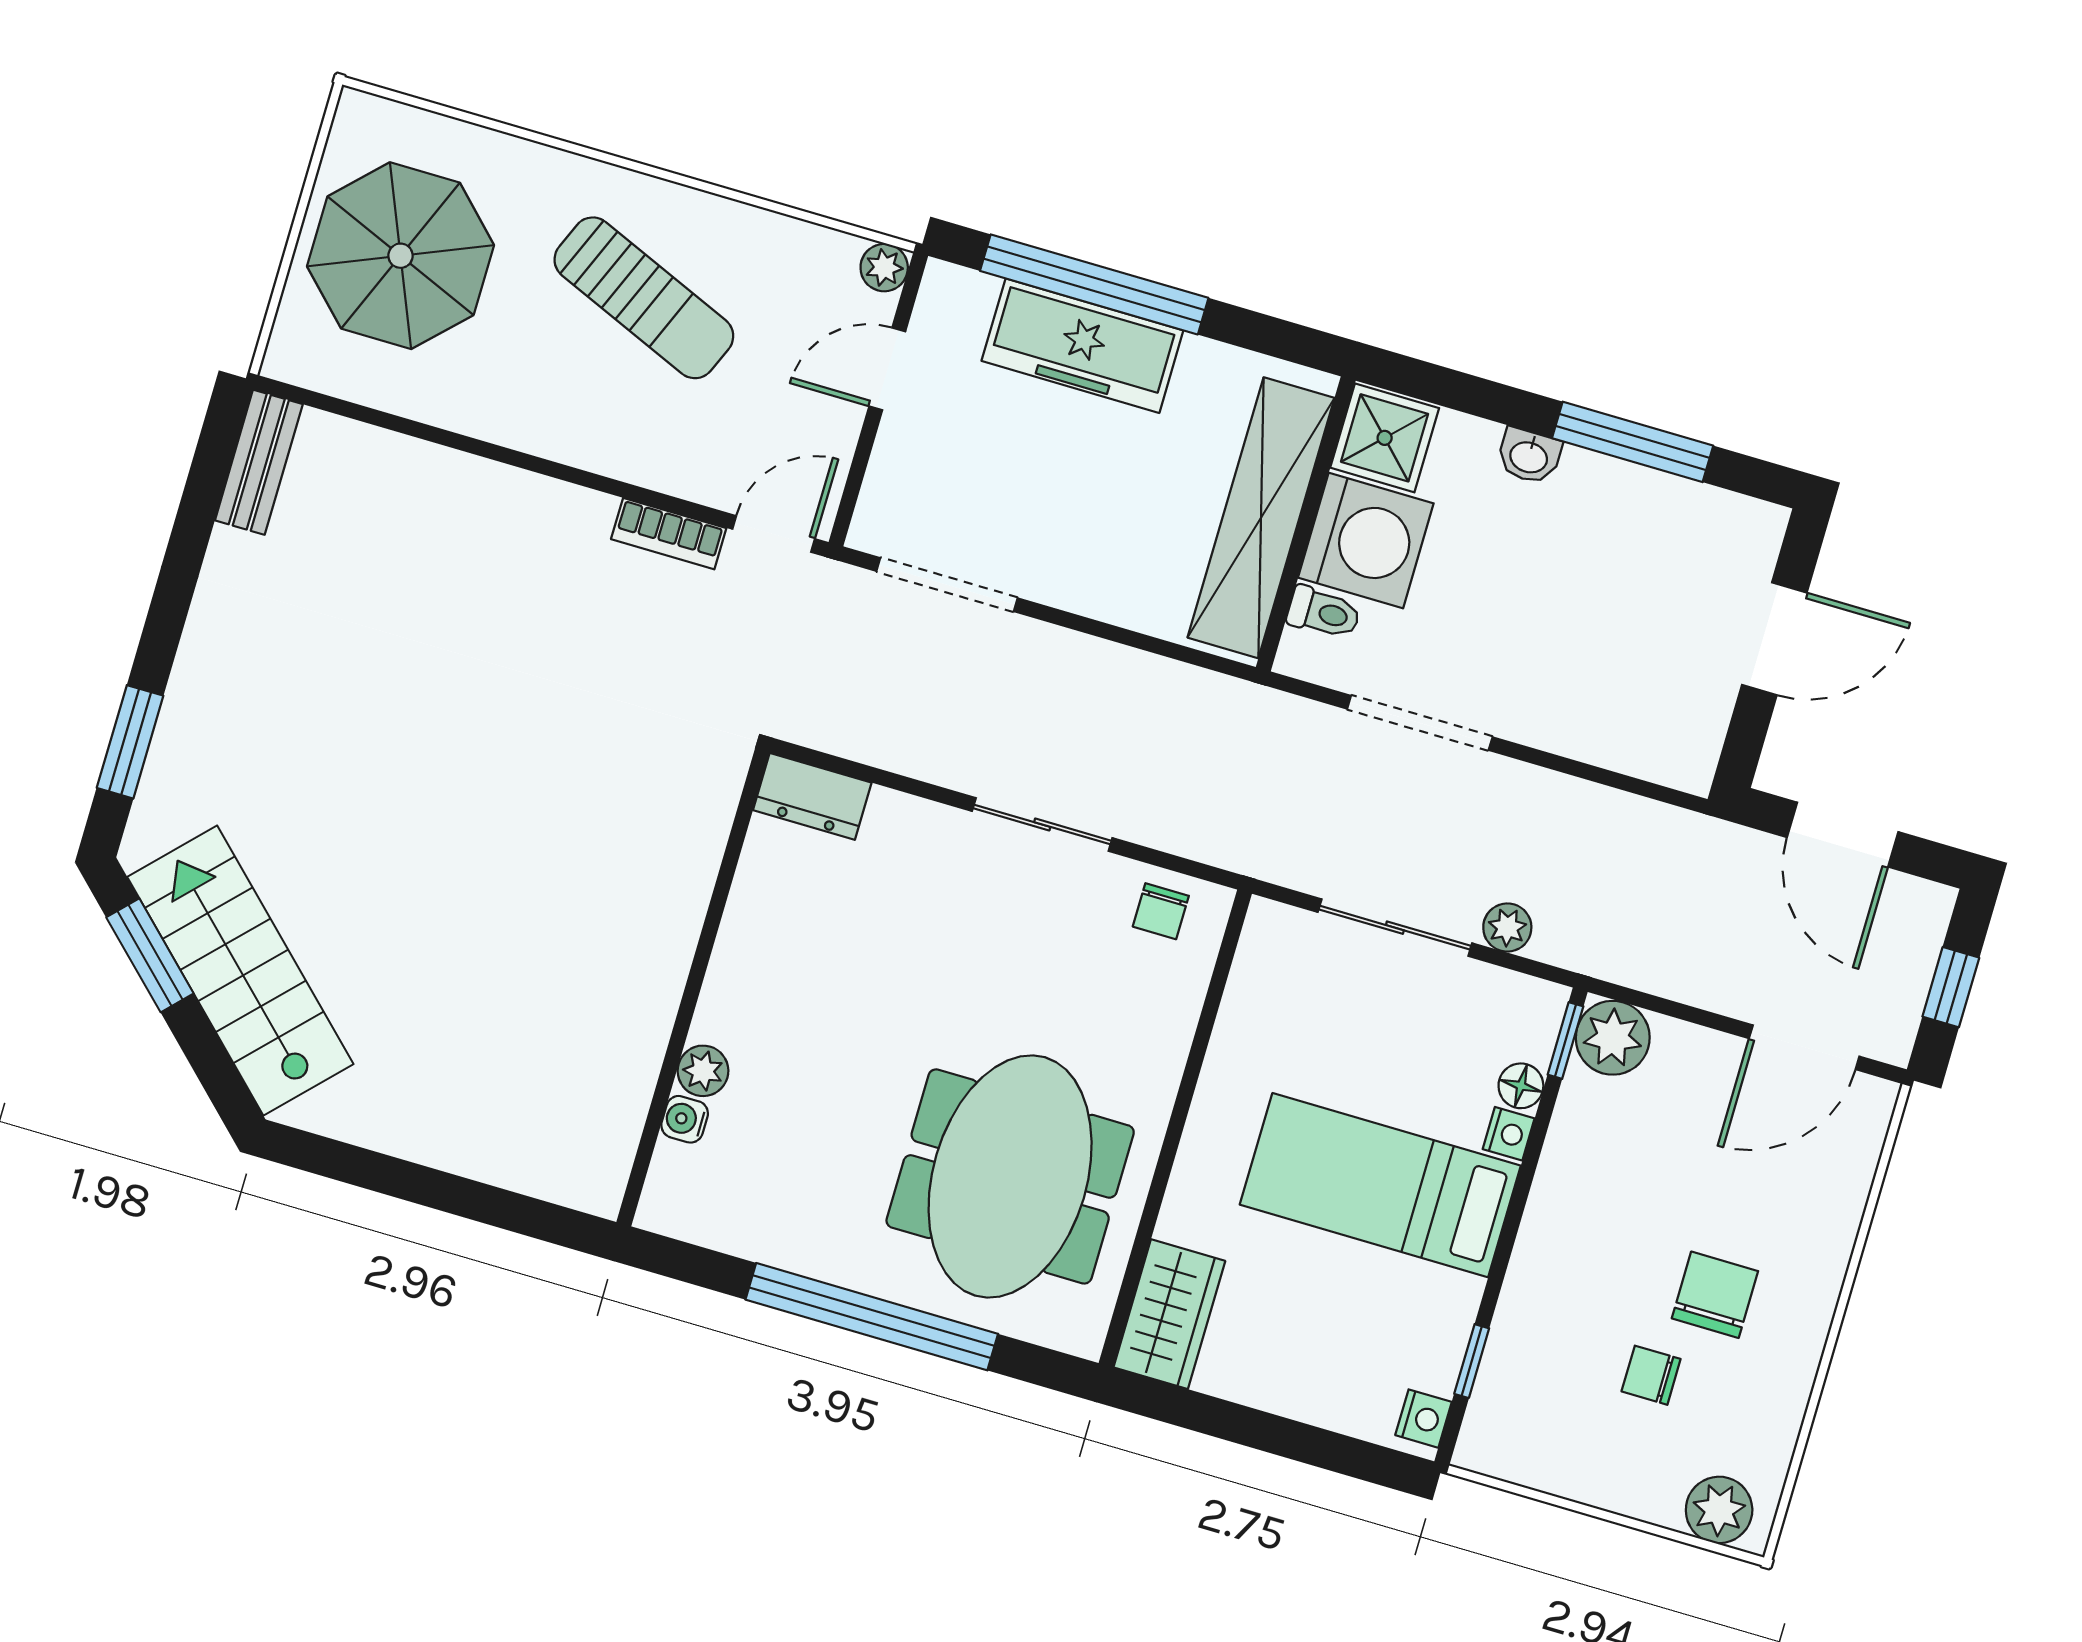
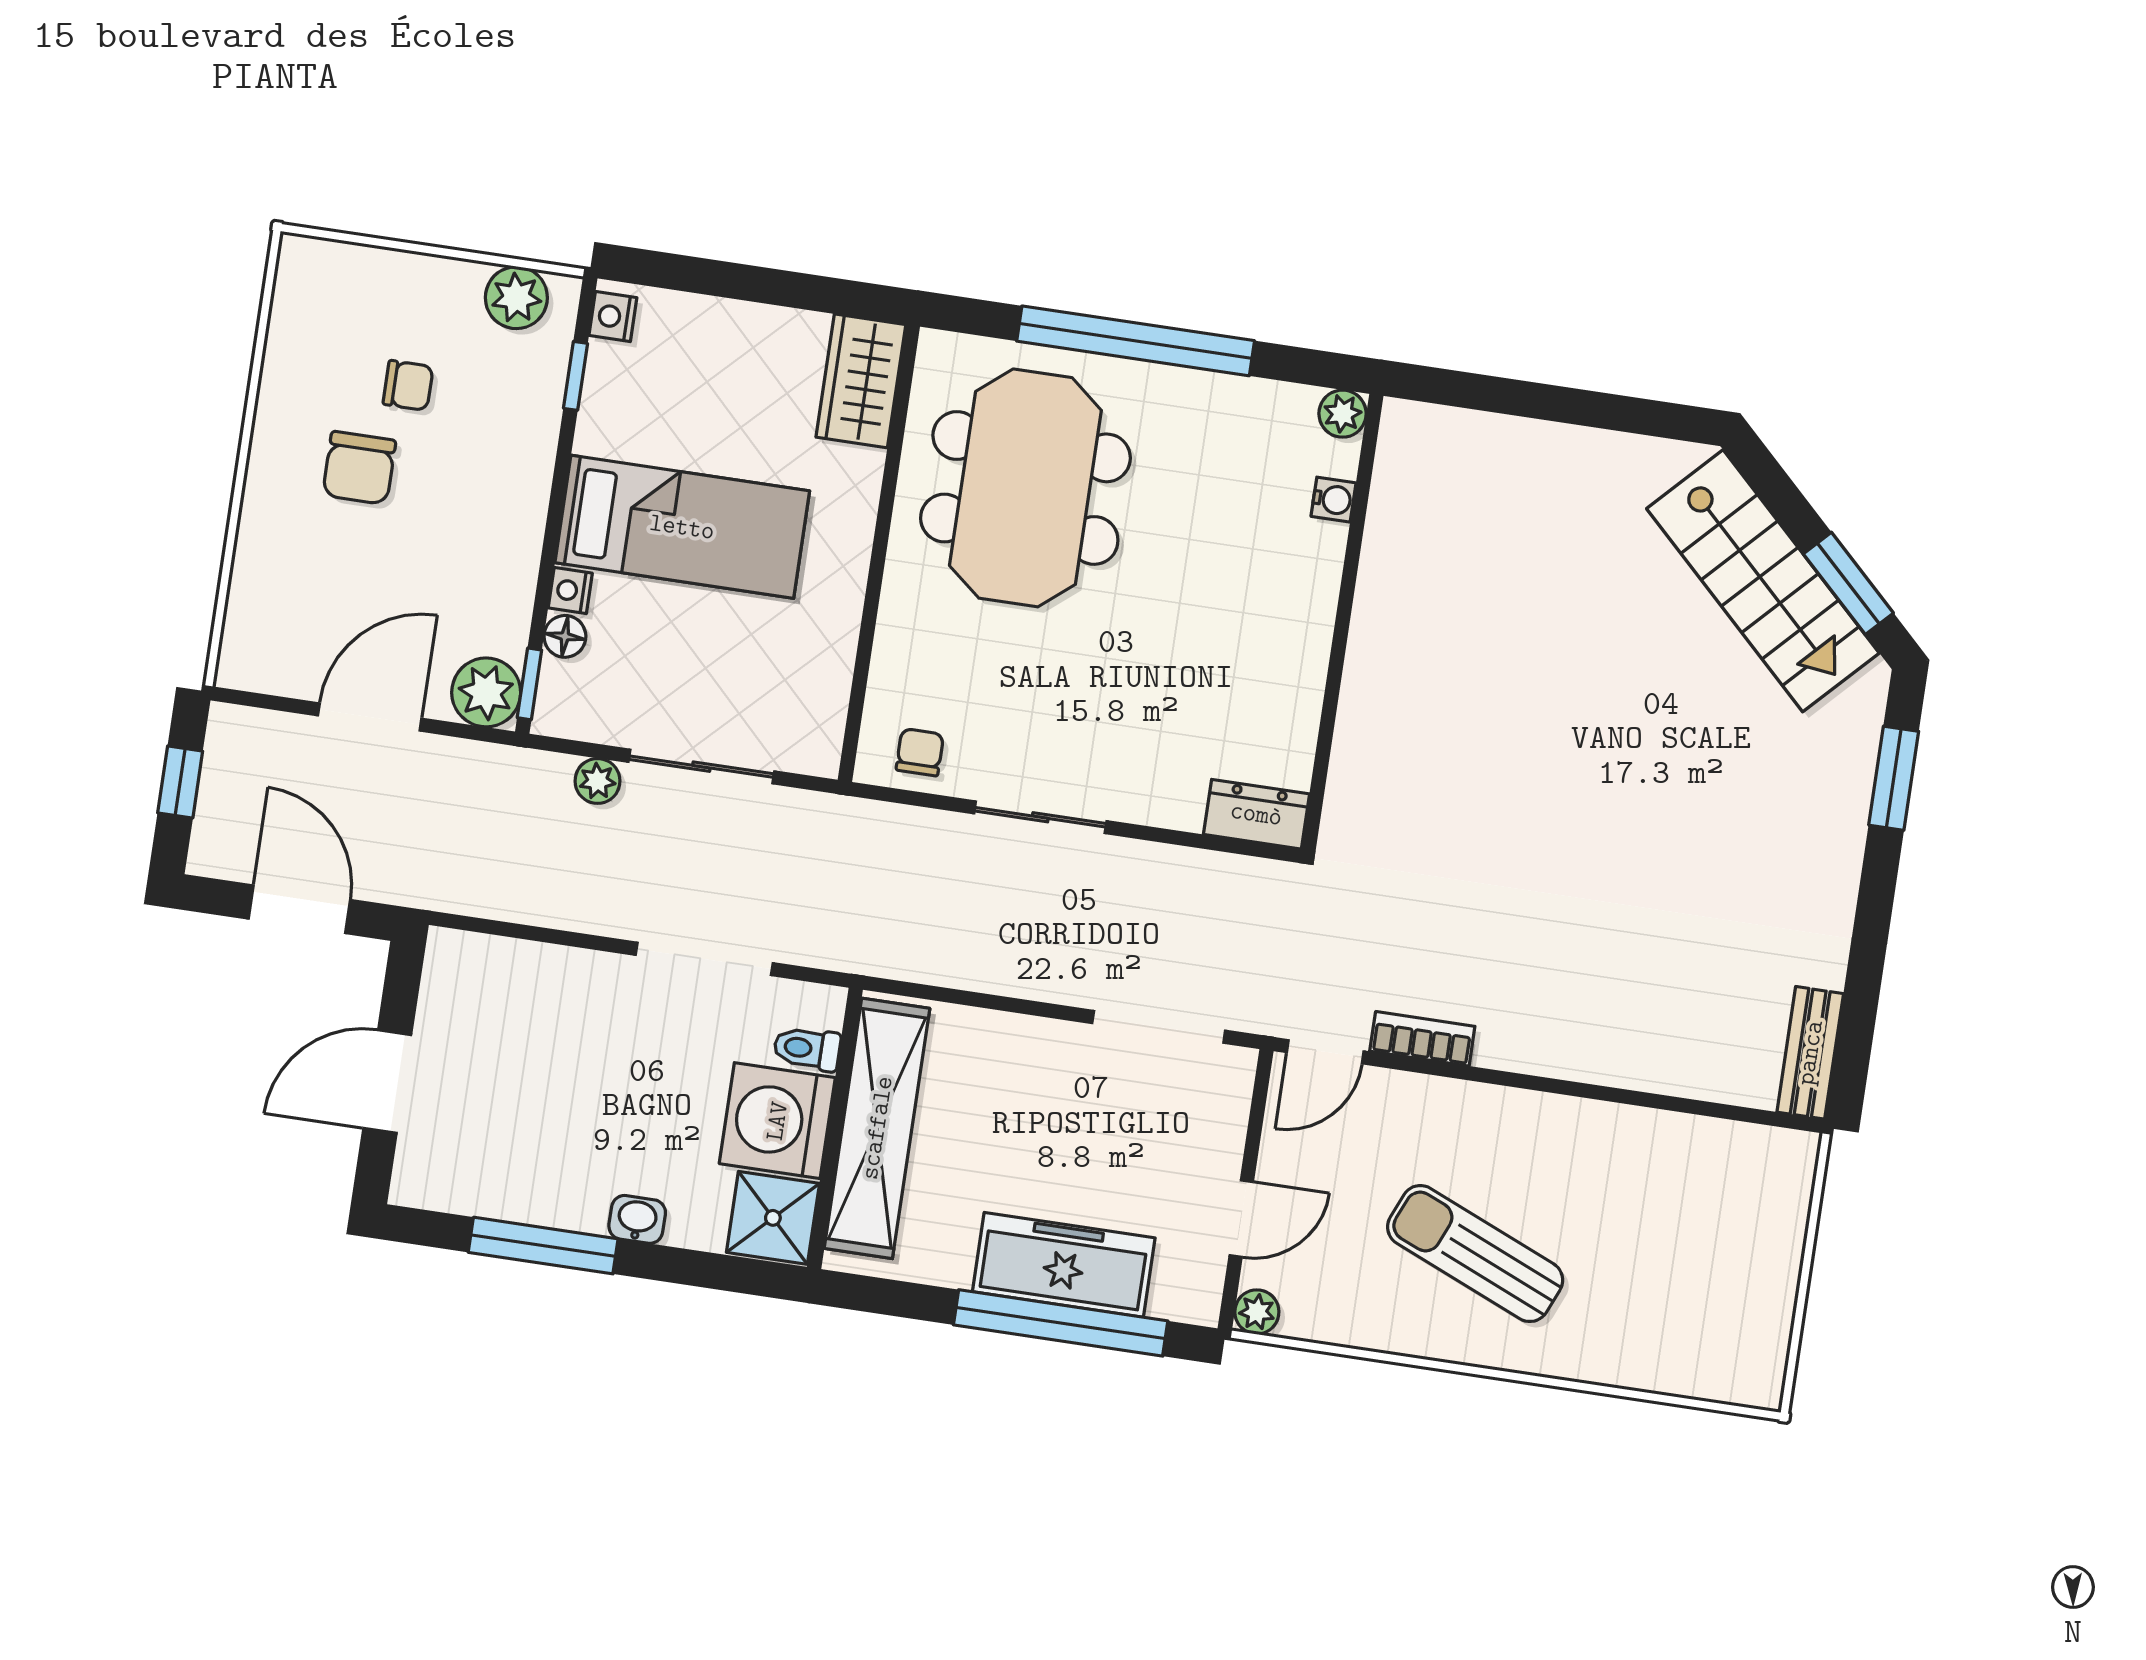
parasol: (401, 256) -> (1705, 1262), removed
door: (1804, 1047) -> (370, 717), moved
plant: (703, 1071) -> (1343, 414), moved
plant: (1719, 1510) -> (516, 298), moved

